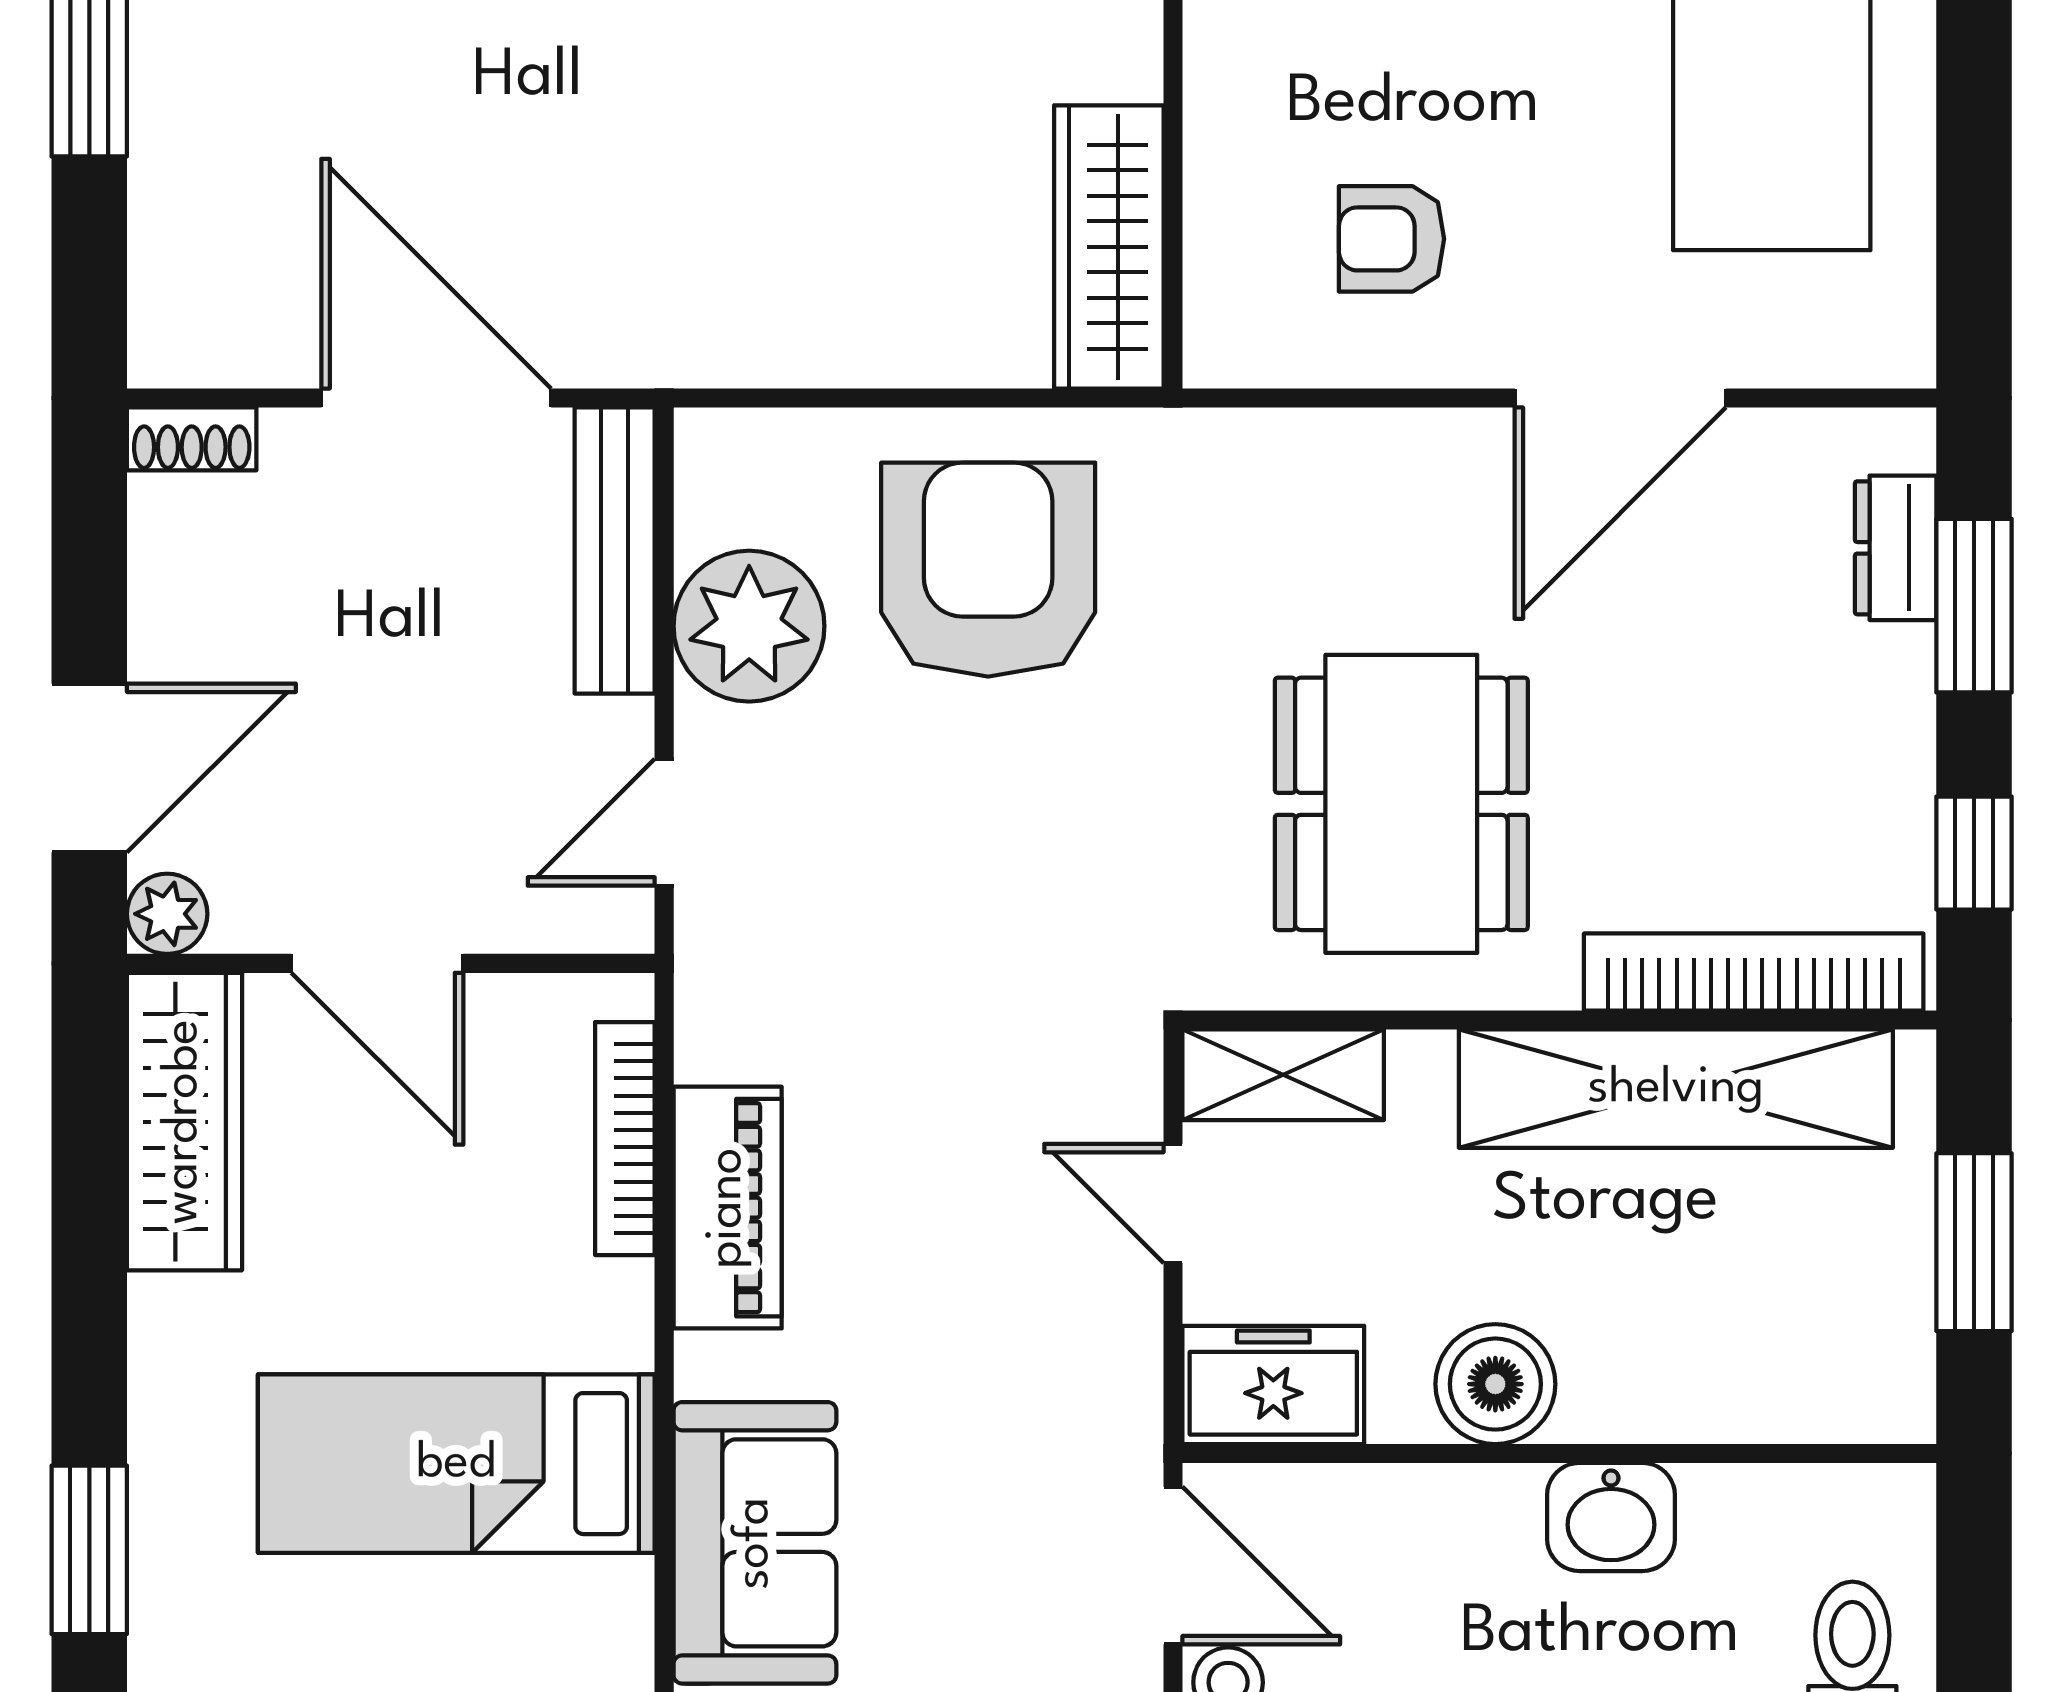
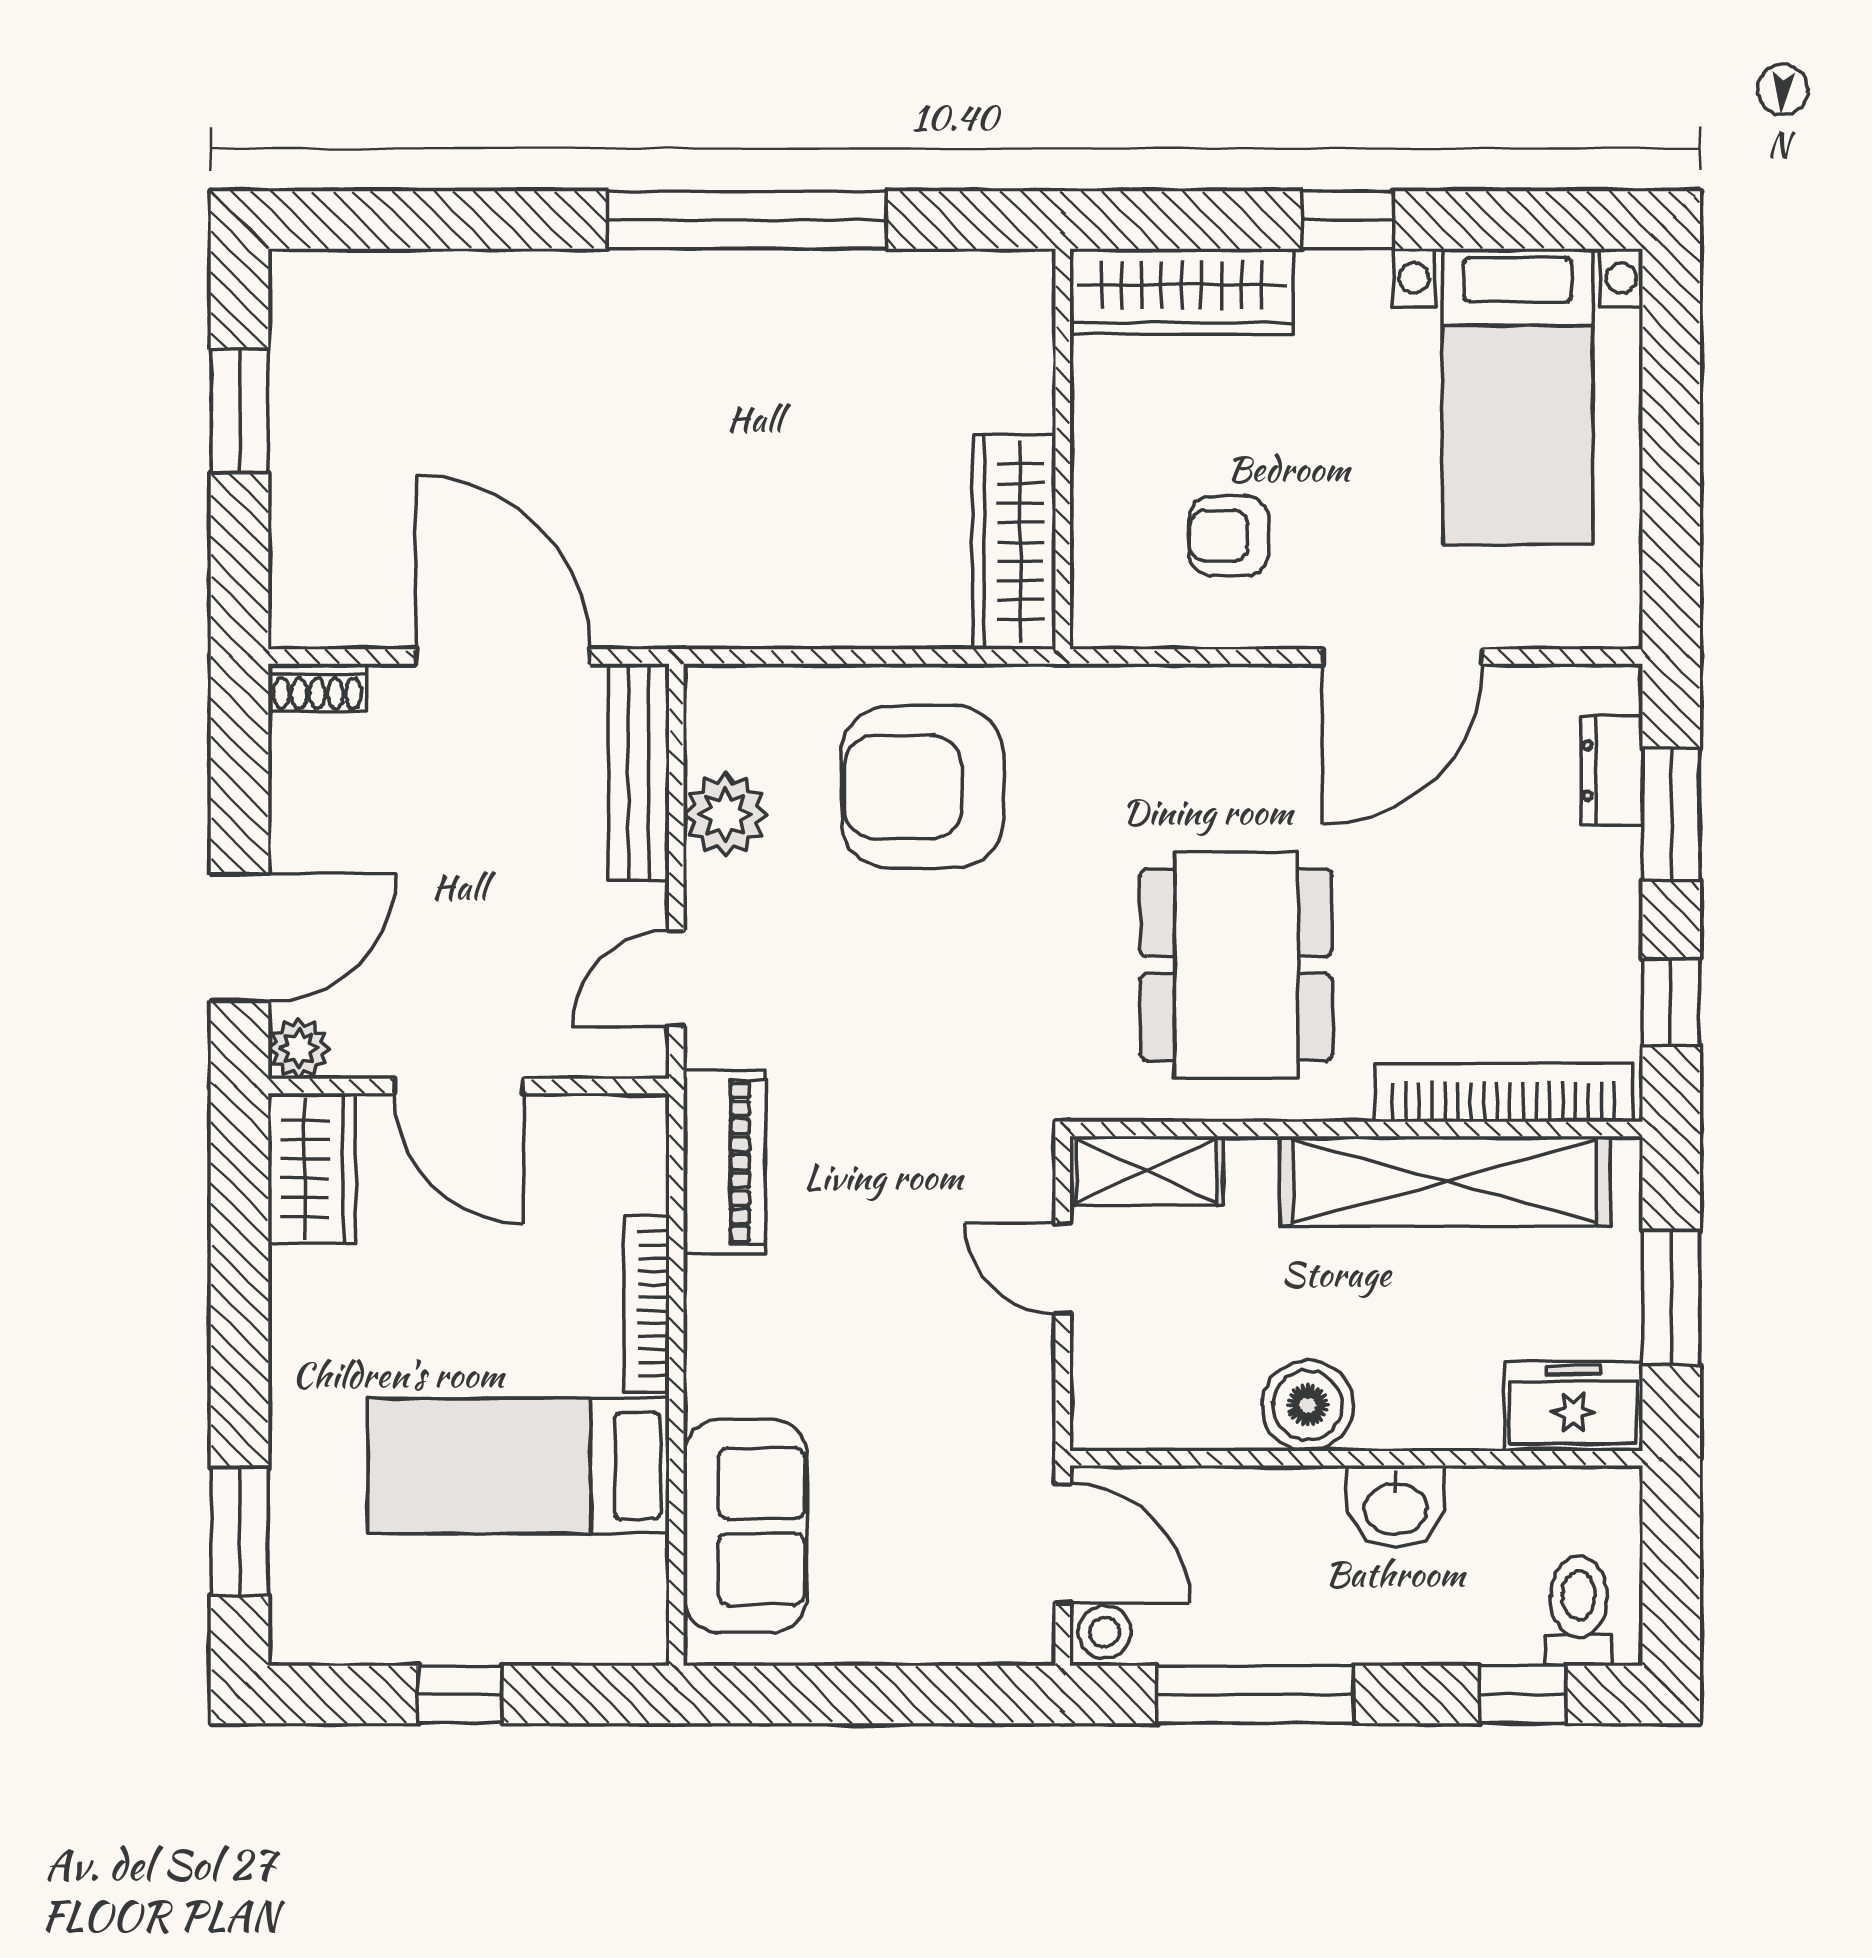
armchair: (988, 570) -> (922, 787), turned -90
plant: (749, 626) -> (725, 815), width x0.73, depth x0.73
wardrobe: (184, 1122) -> (312, 1168), width x0.67
bookcase: (625, 1139) -> (646, 1304), moved
piano: (728, 1208) -> (724, 1162), moved
freezer: (1273, 1385) -> (1573, 1406), moved

